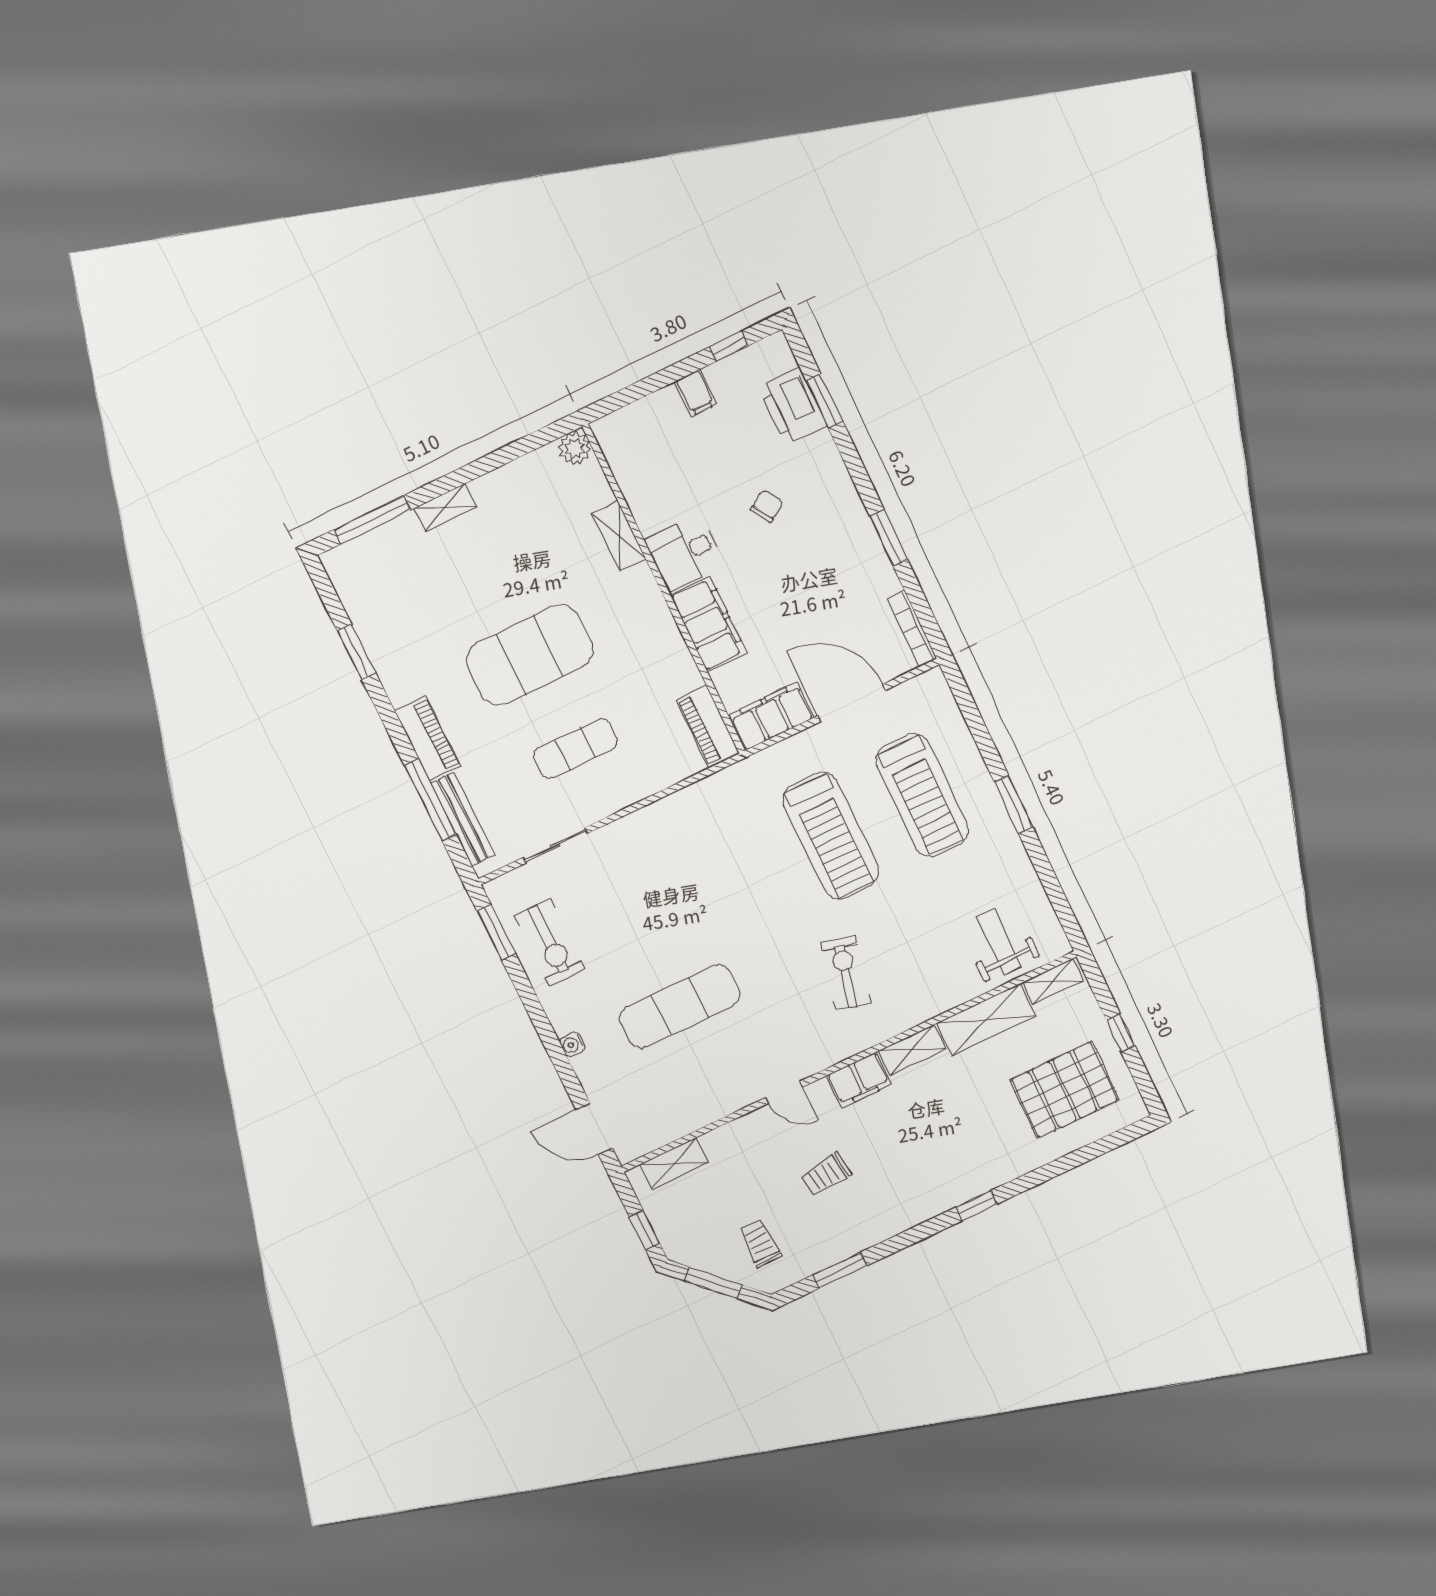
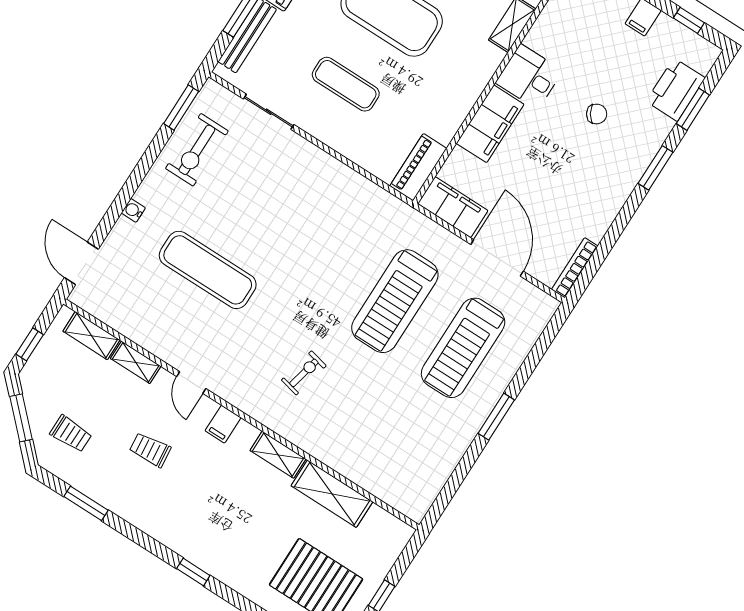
window: (889, 538) -> (655, 168), moved
weight bench: (999, 942) -> (393, 468), removed
exercise bike: (846, 973) -> (304, 373), width x0.73, depth x0.72
shelving: (1053, 981) -> (136, 362), moved
filing cabinet: (859, 1080) -> (223, 424), width x0.50
trolley: (760, 1243) -> (71, 434), turned 90

